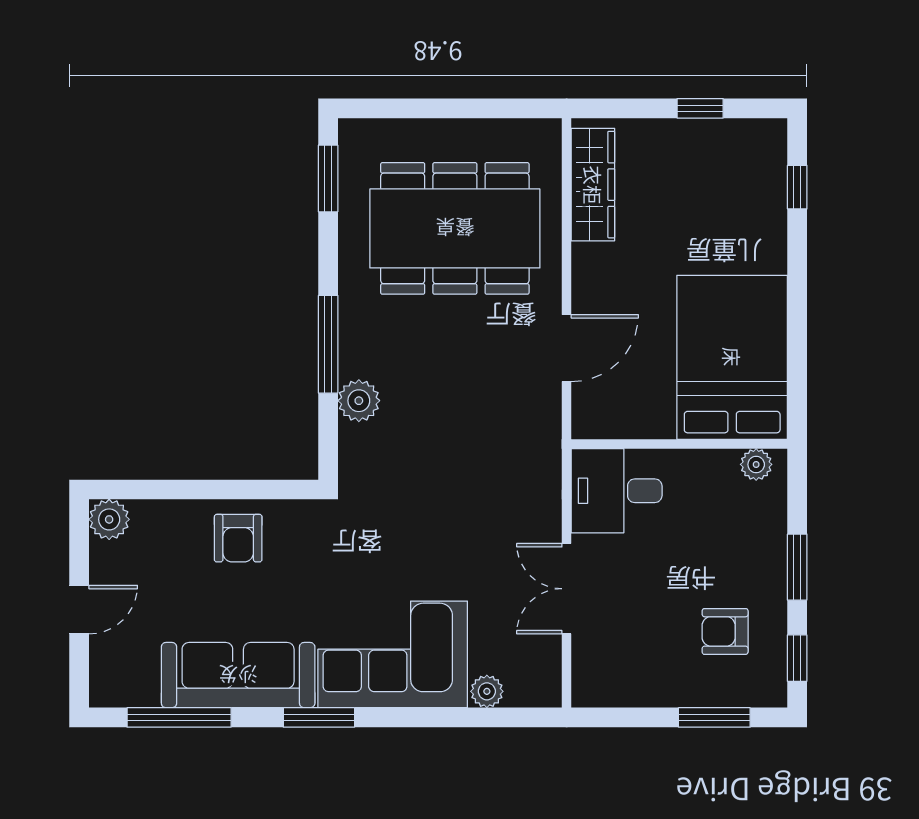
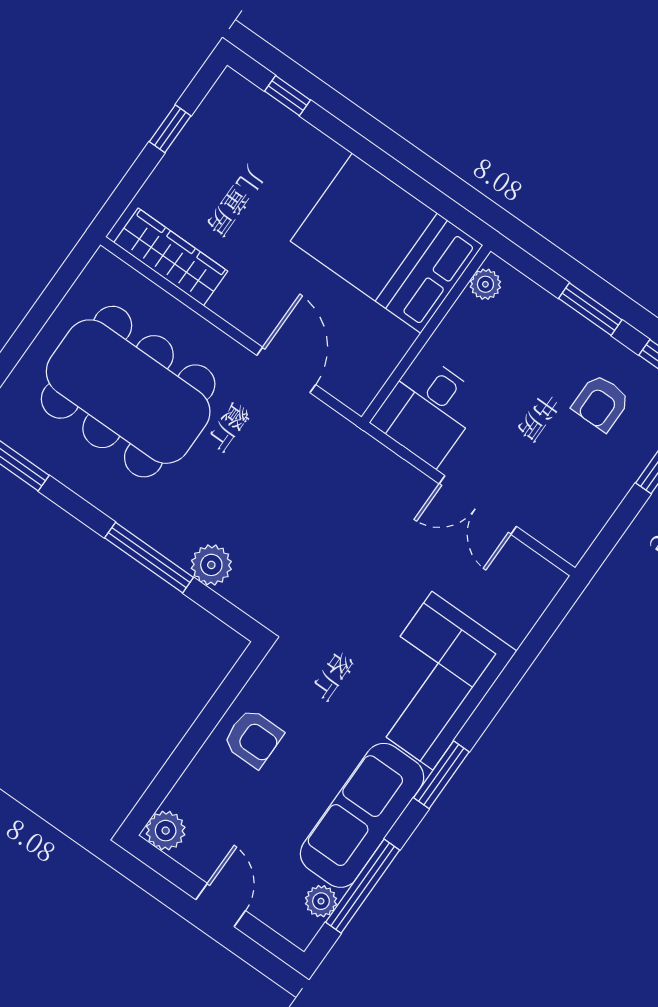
dining table: (455, 228) -> (128, 392), turned 90
plant: (487, 691) -> (321, 901), moved

